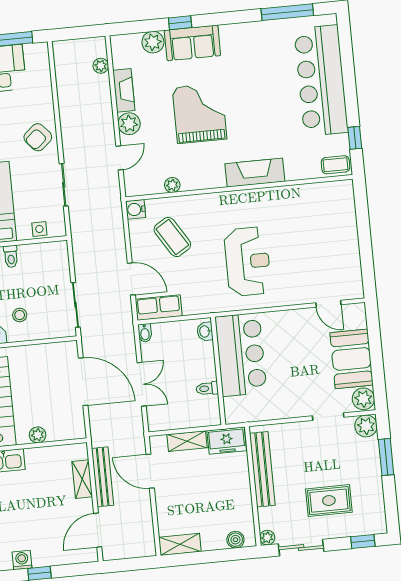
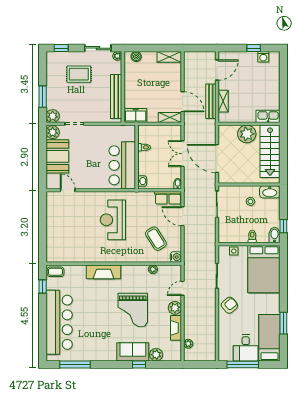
plant: (38, 435) -> (247, 134), width x1.87, depth x1.87
shelving: (187, 441) -> (170, 117), moved

